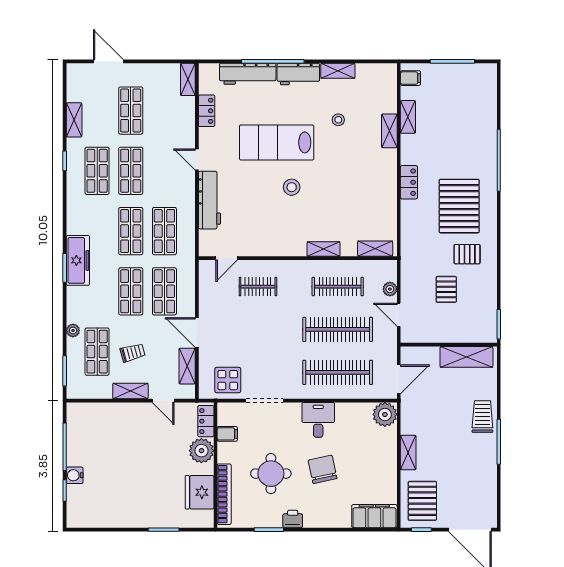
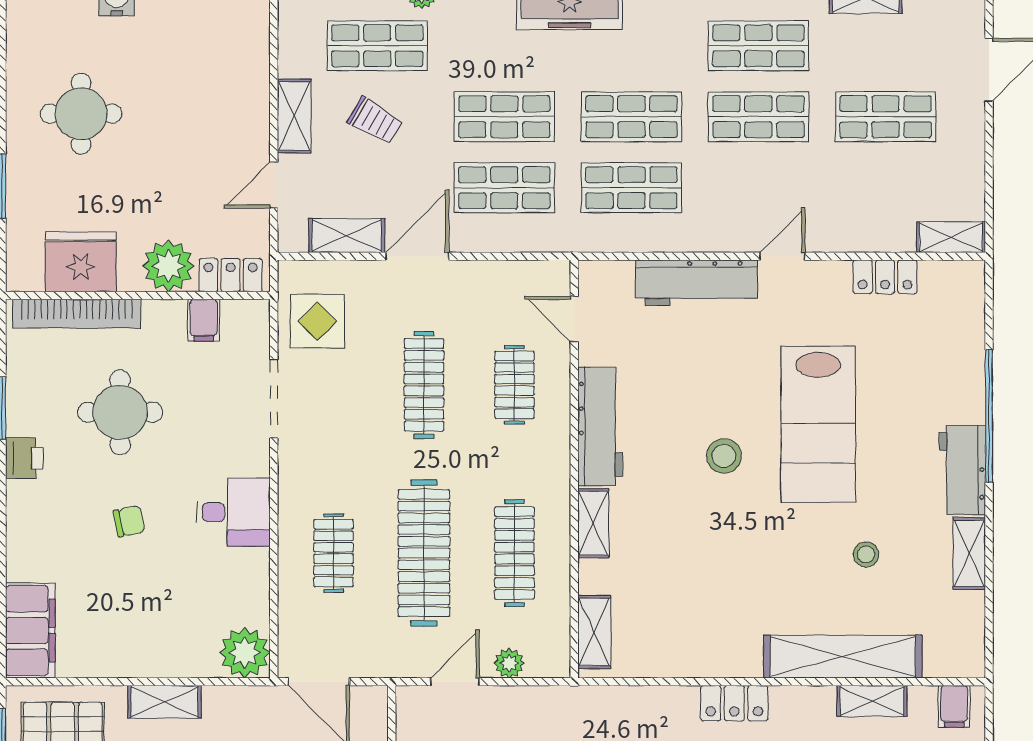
workbench: (248, 74) -> (600, 426), moved, turned 180
shelving: (389, 131) -> (843, 657), width x2.20, depth x1.33
lab bench: (277, 142) -> (818, 424), turned 180
clothes rail: (258, 329) -> (424, 385), added
trolley: (133, 353) -> (375, 121), turned -45
clothes rail: (338, 372) -> (334, 553), width x0.54, depth x0.76
chair: (323, 469) -> (129, 521), width x0.54, depth x0.54
round table: (129, 492) -> (81, 114), added

